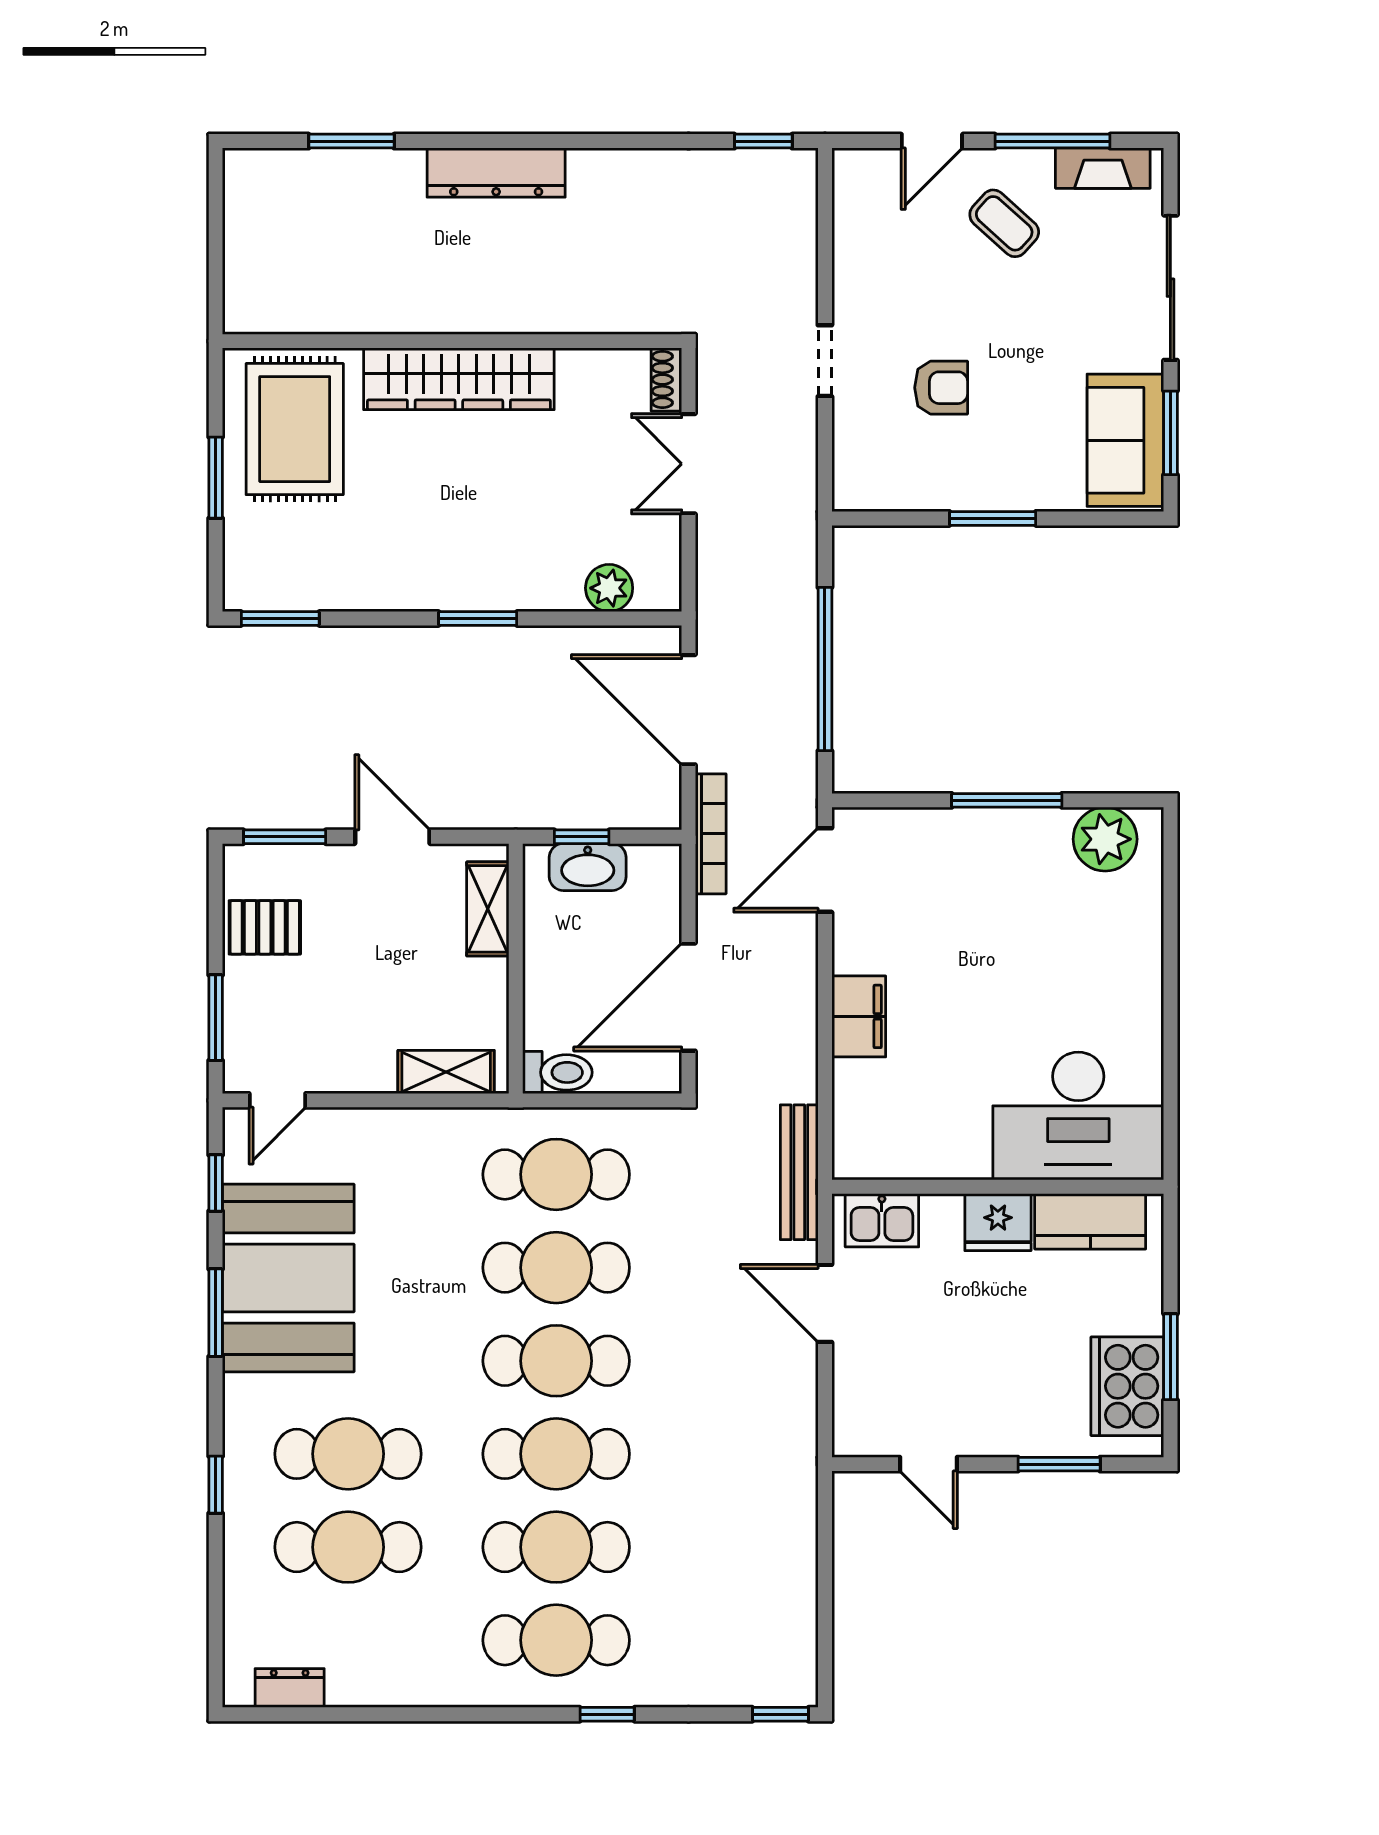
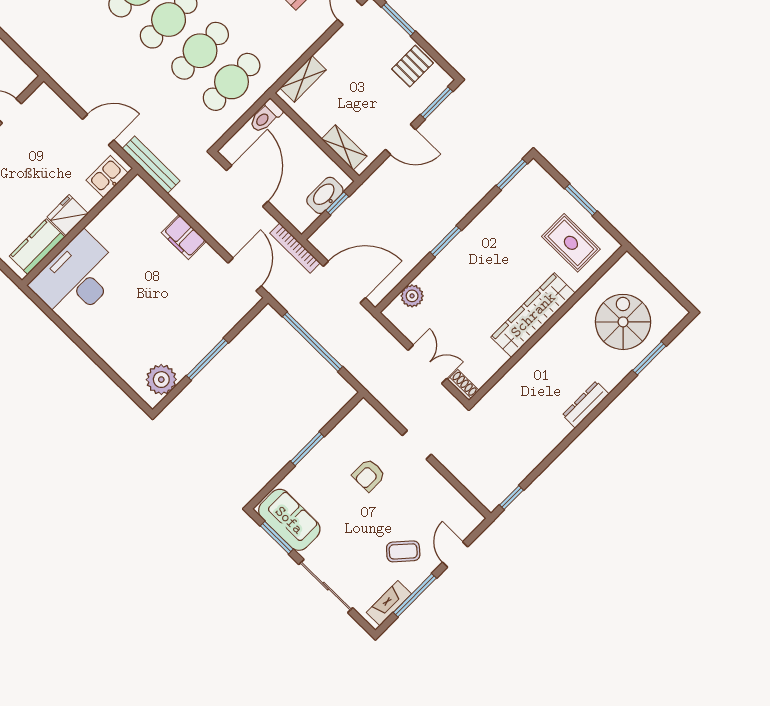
dresser: (496, 173) -> (586, 405), width x0.73, depth x0.80
spiral stairs: (336, 234) -> (623, 322), added
rug: (295, 429) -> (571, 243), width x0.73, depth x0.70

